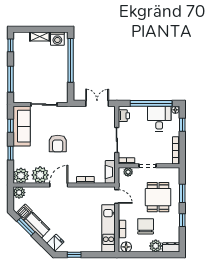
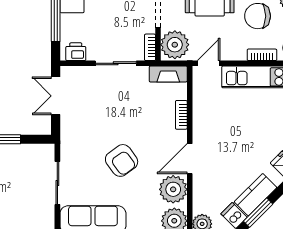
armchair: (58, 144) -> (122, 160), turned 54
plant: (128, 172) -> (175, 45), width x1.87, depth x1.87
door: (59, 185) -> (190, 159), hinge flipped

